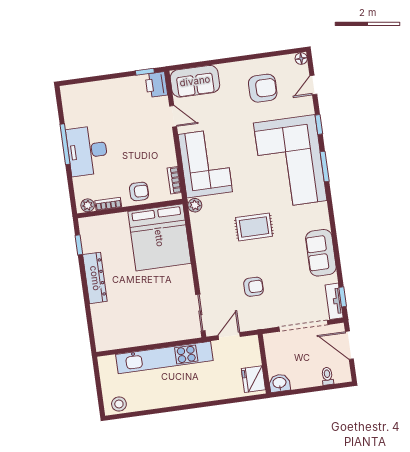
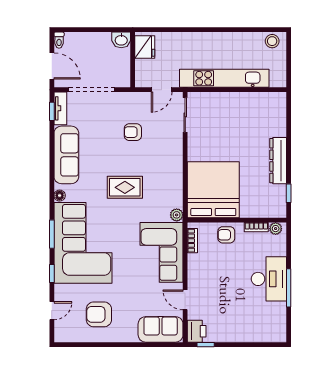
floor lamp: (301, 59) -> (60, 196), moved
sofa: (321, 253) -> (66, 155), width x1.36
toilet: (327, 376) -> (59, 40), moved

